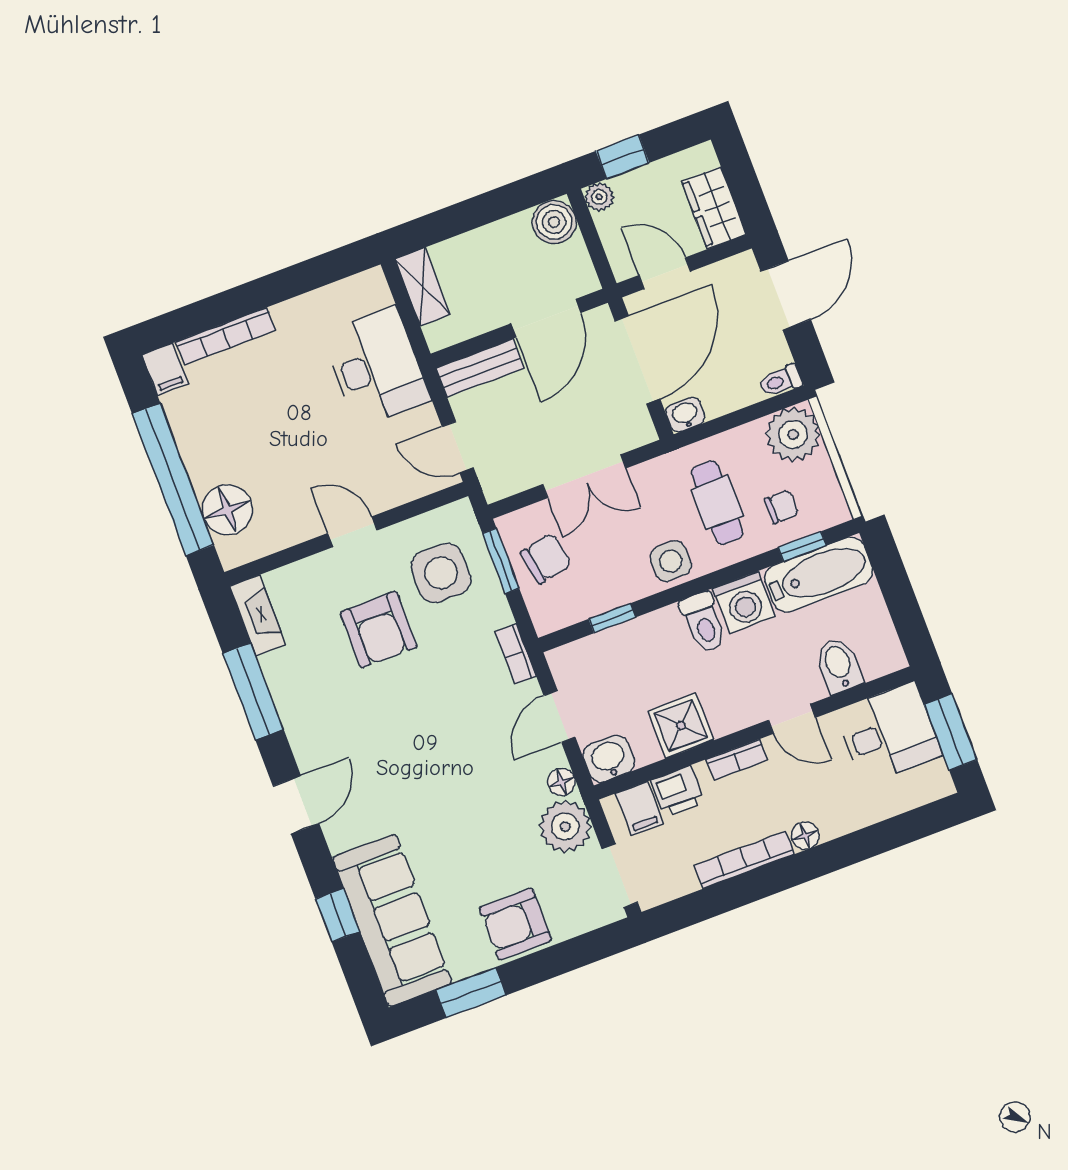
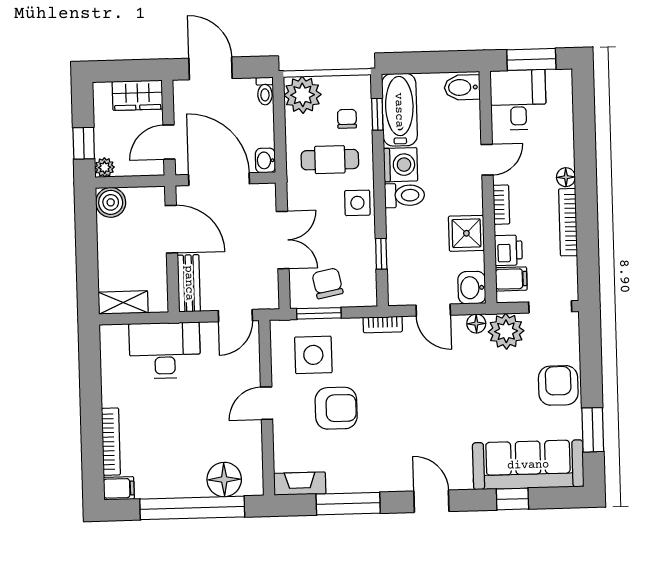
bidet: (839, 665) -> (462, 87), moved
armchair: (516, 924) -> (558, 385), turned 180

